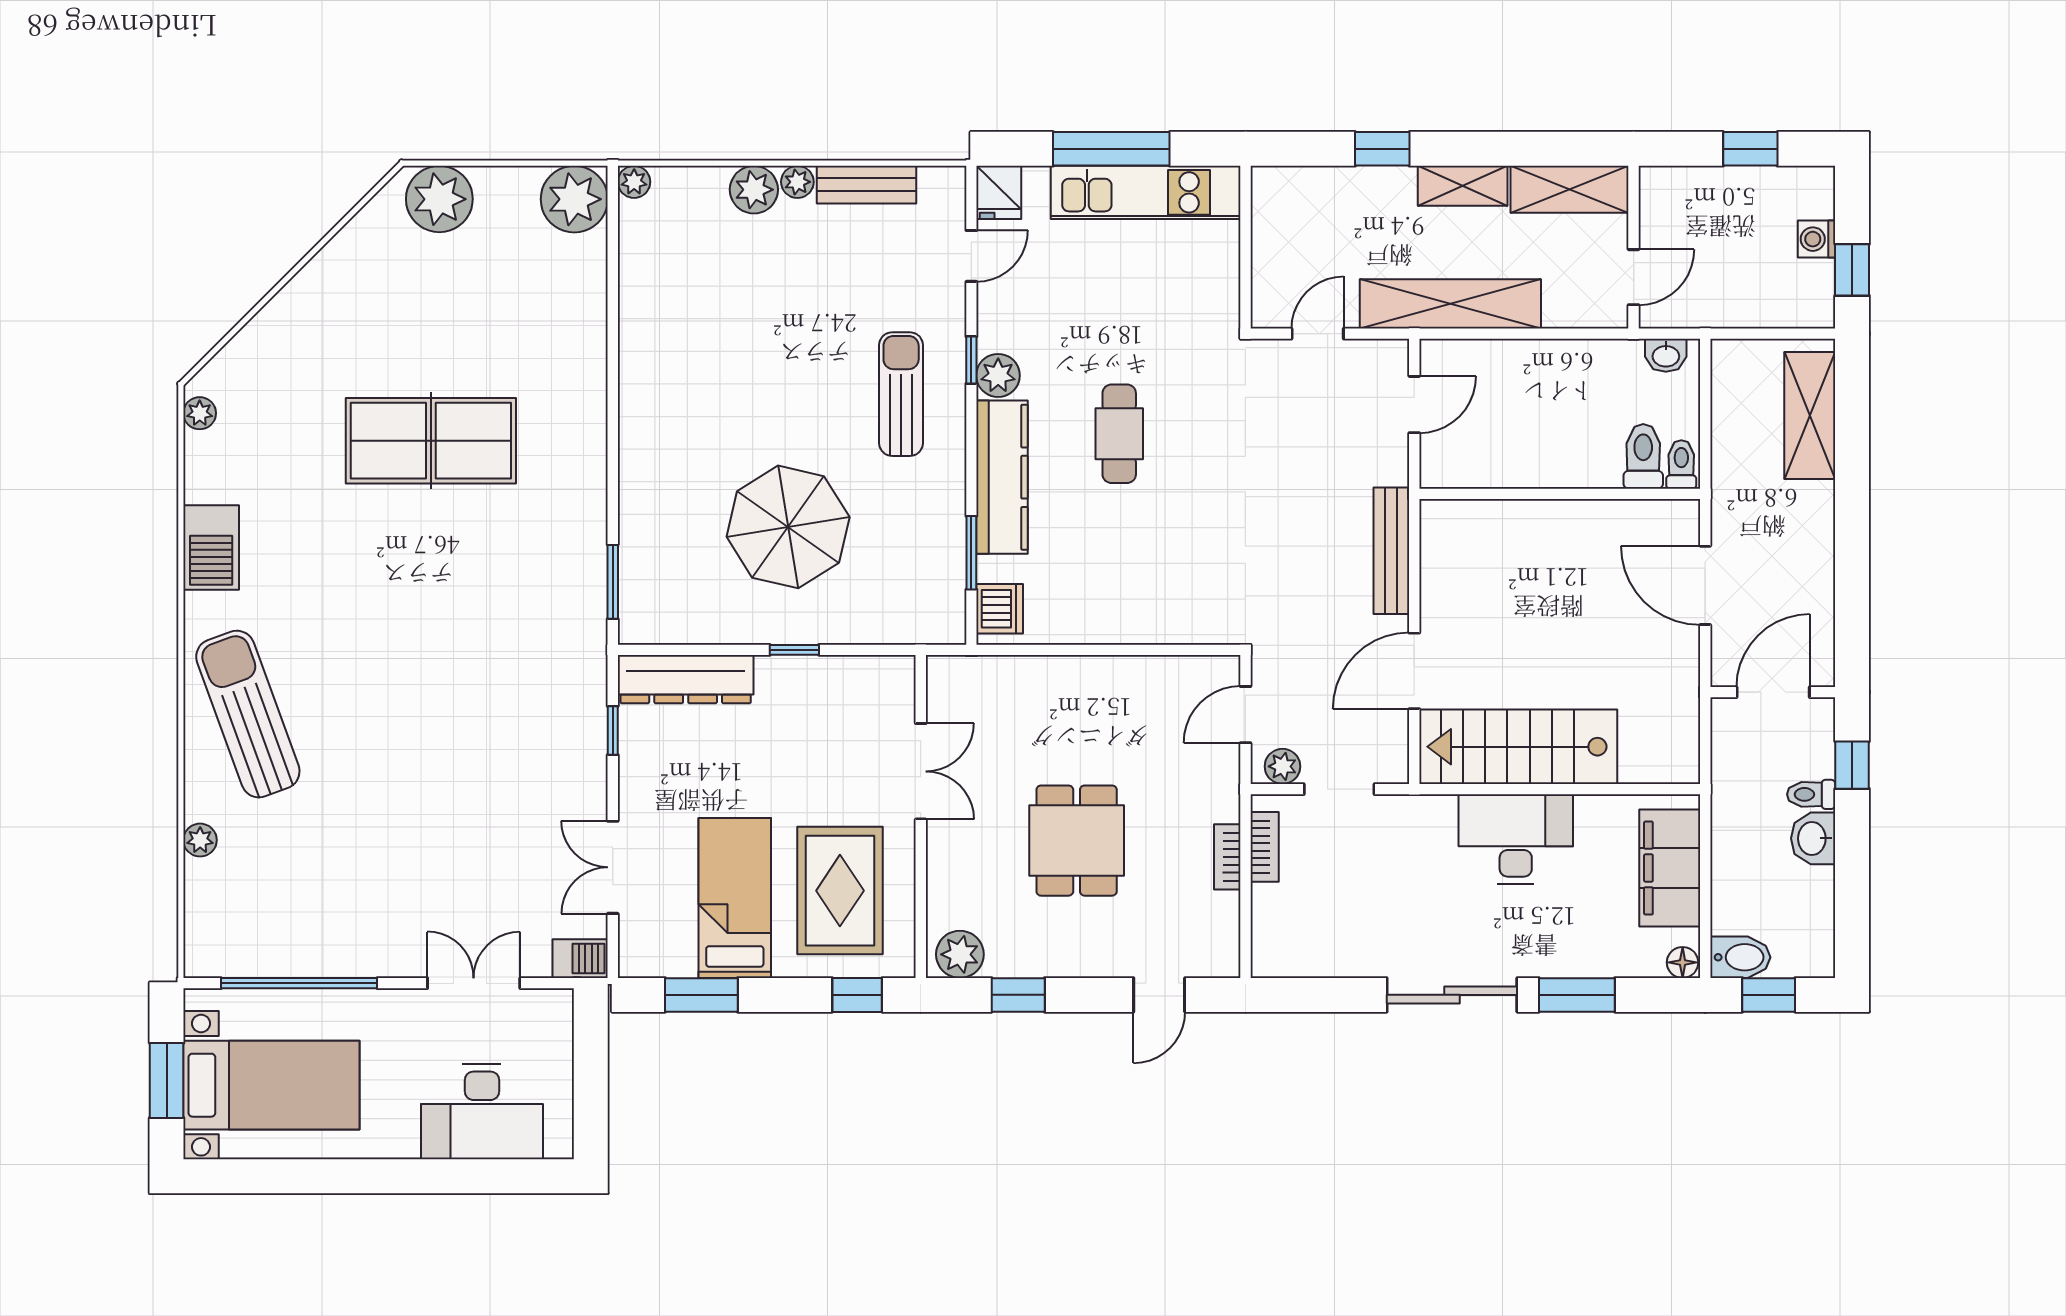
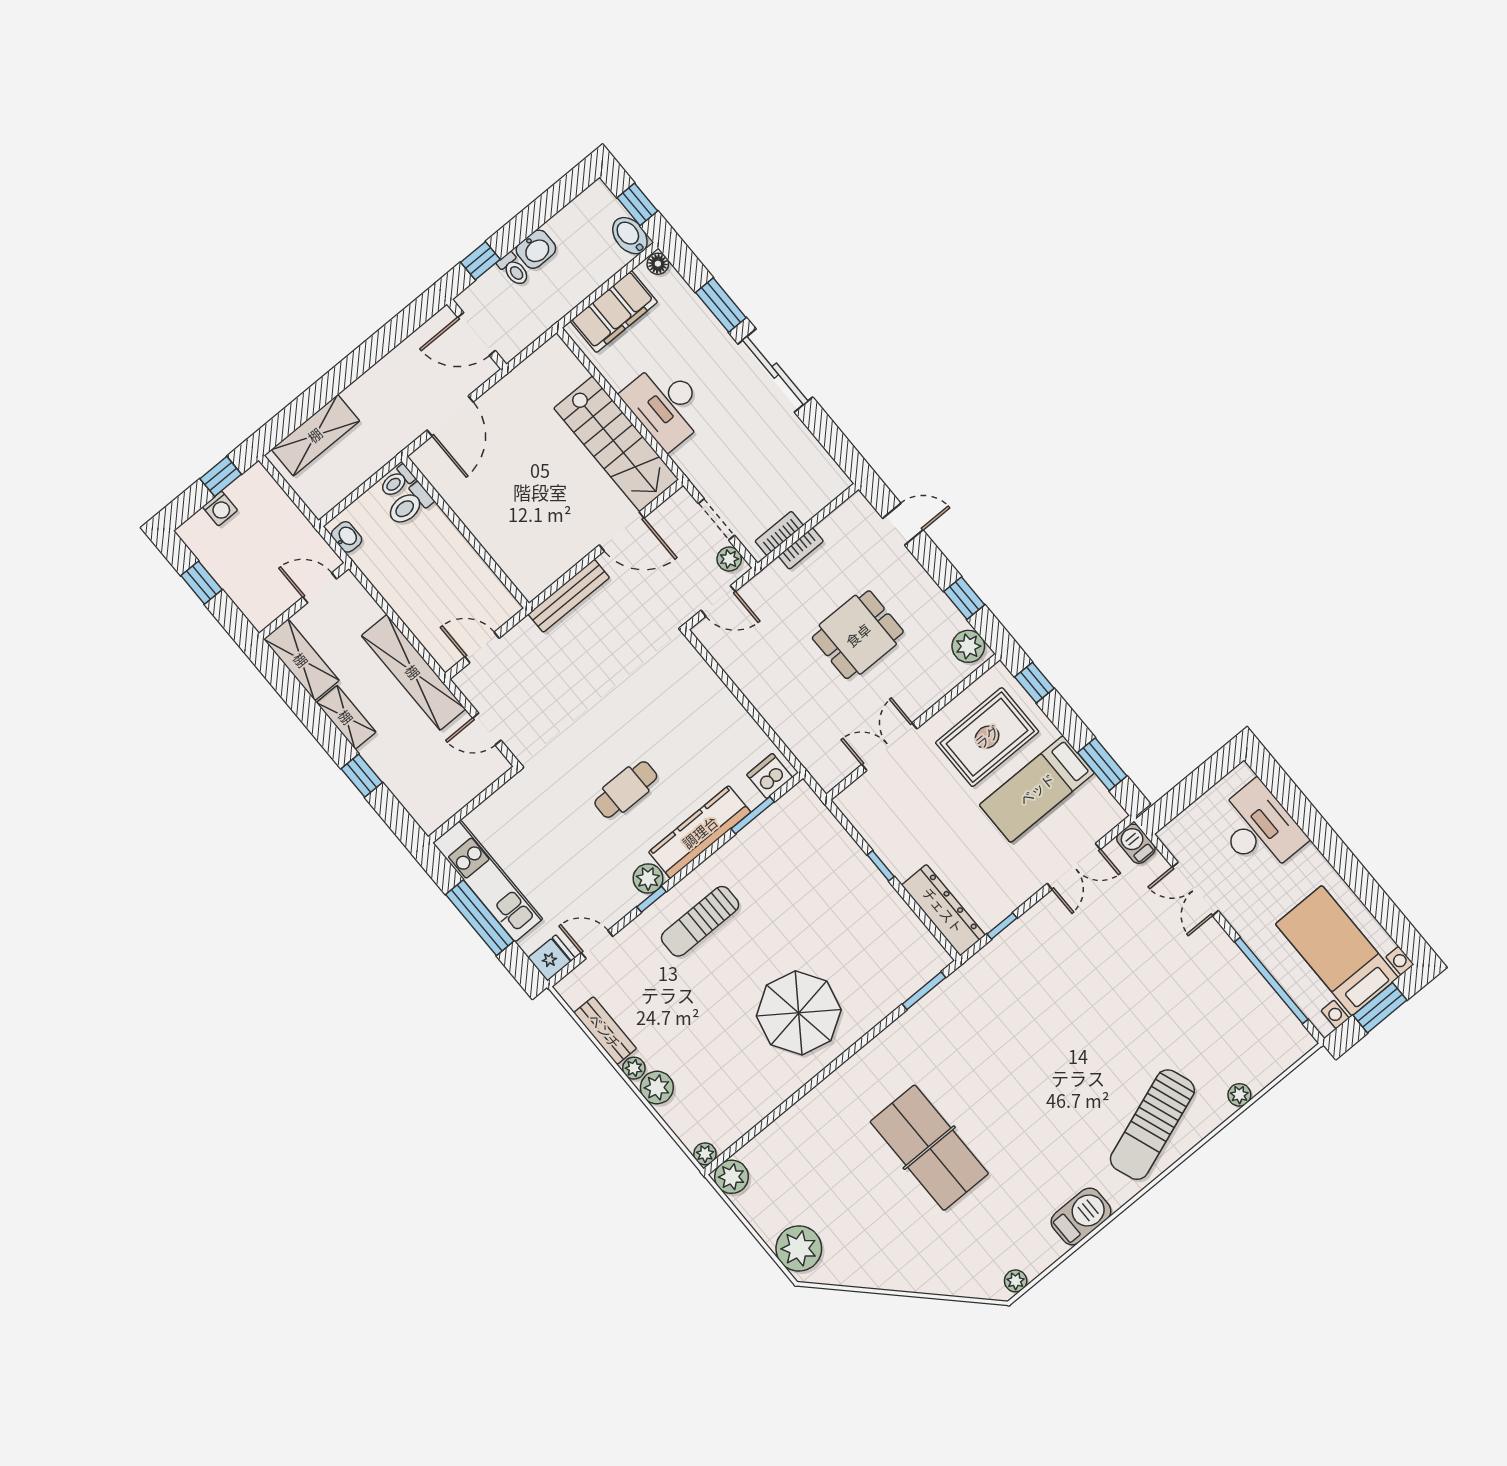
plant: (574, 199) -> (732, 1177), width x0.73, depth x0.73
parasol: (788, 527) -> (799, 1013), moved

